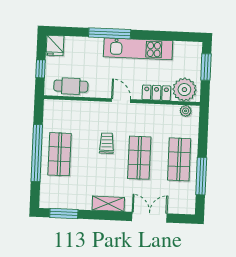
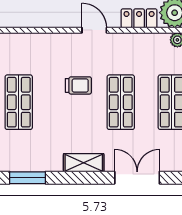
cafe table: (71, 86) -> (29, 15), removed
trolley: (107, 143) -> (78, 85), turned 90

